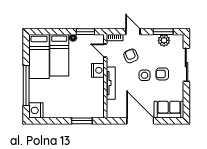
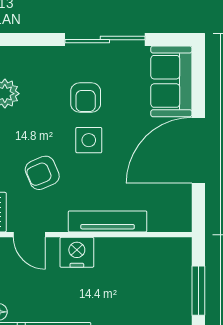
door: (105, 50) -> (29, 235), hinge flipped
sliding door: (186, 65) -> (105, 40), moved

